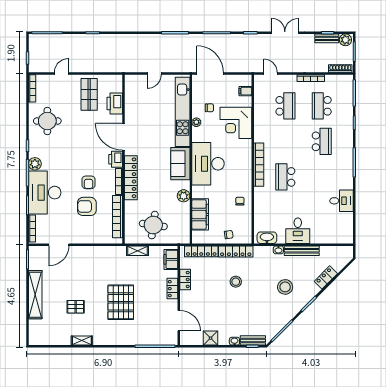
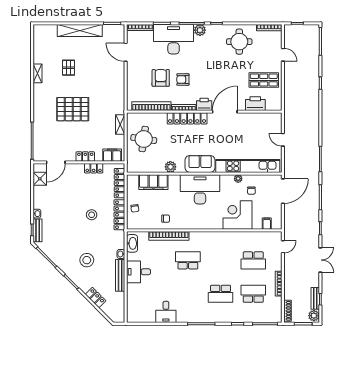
bookcase: (259, 165) -> (169, 236), moved
shower: (211, 338) -> (40, 179), moved

